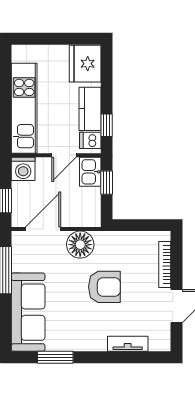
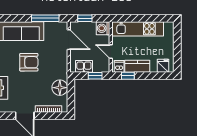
fridge: (85, 64) -> (163, 66), width x0.53, depth x0.75
kitchen sink: (90, 172) -> (84, 66), moved
floor lamp: (80, 245) -> (60, 88), moved
armchair: (104, 287) -> (29, 62), moved, turned -90

